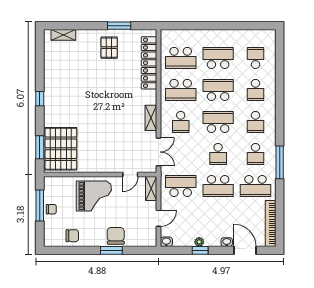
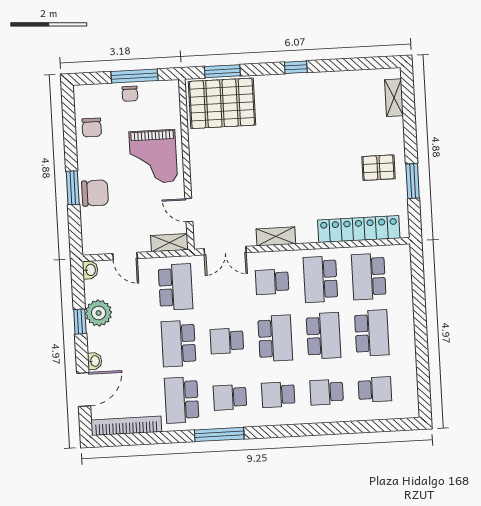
plant: (199, 242) -> (99, 313), width x1.87, depth x1.87

